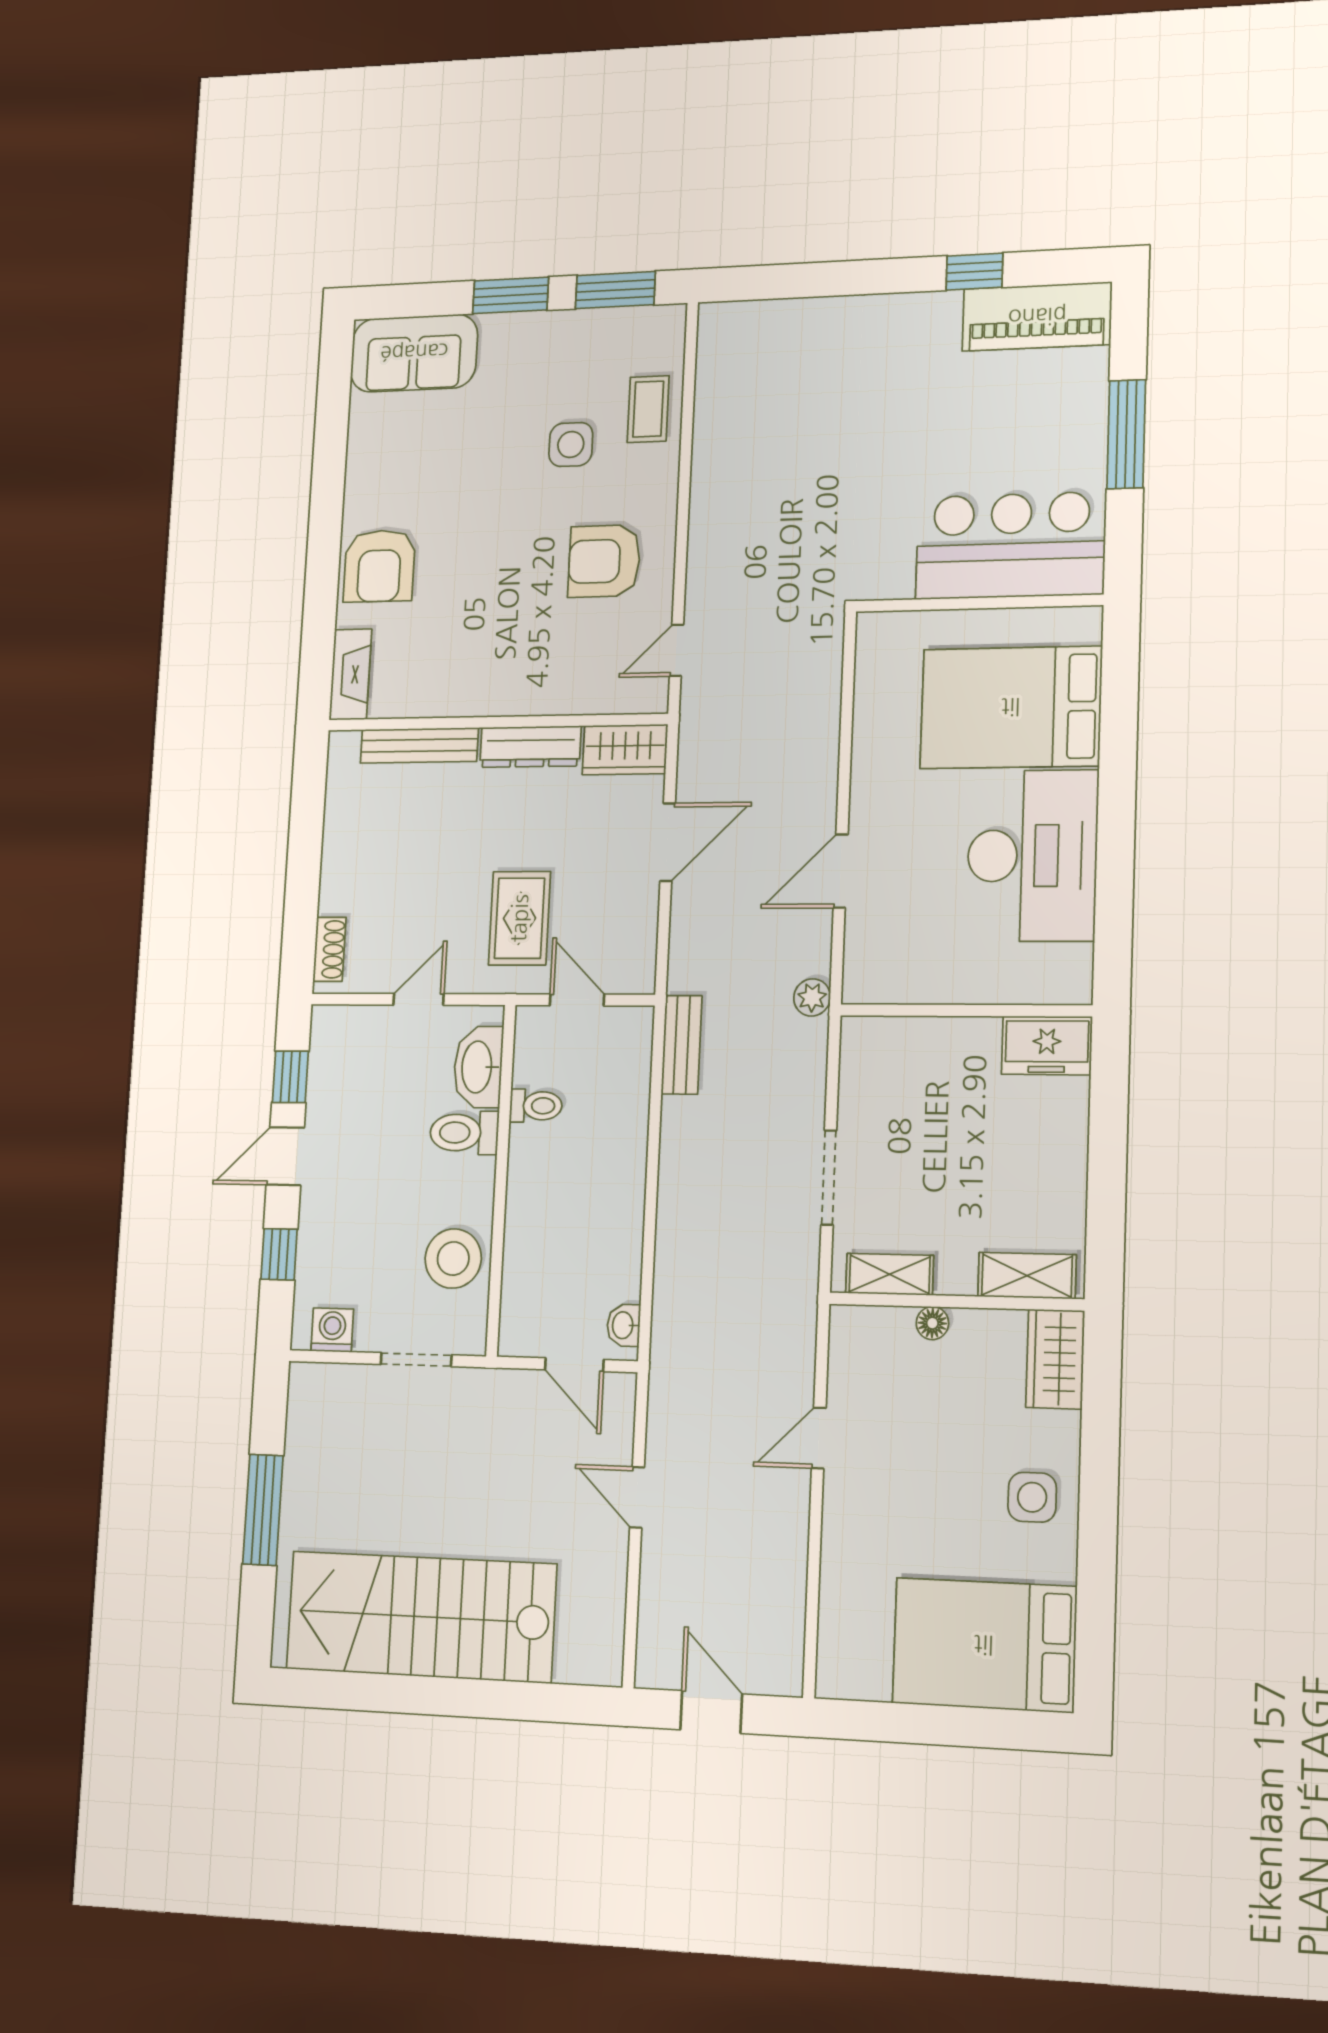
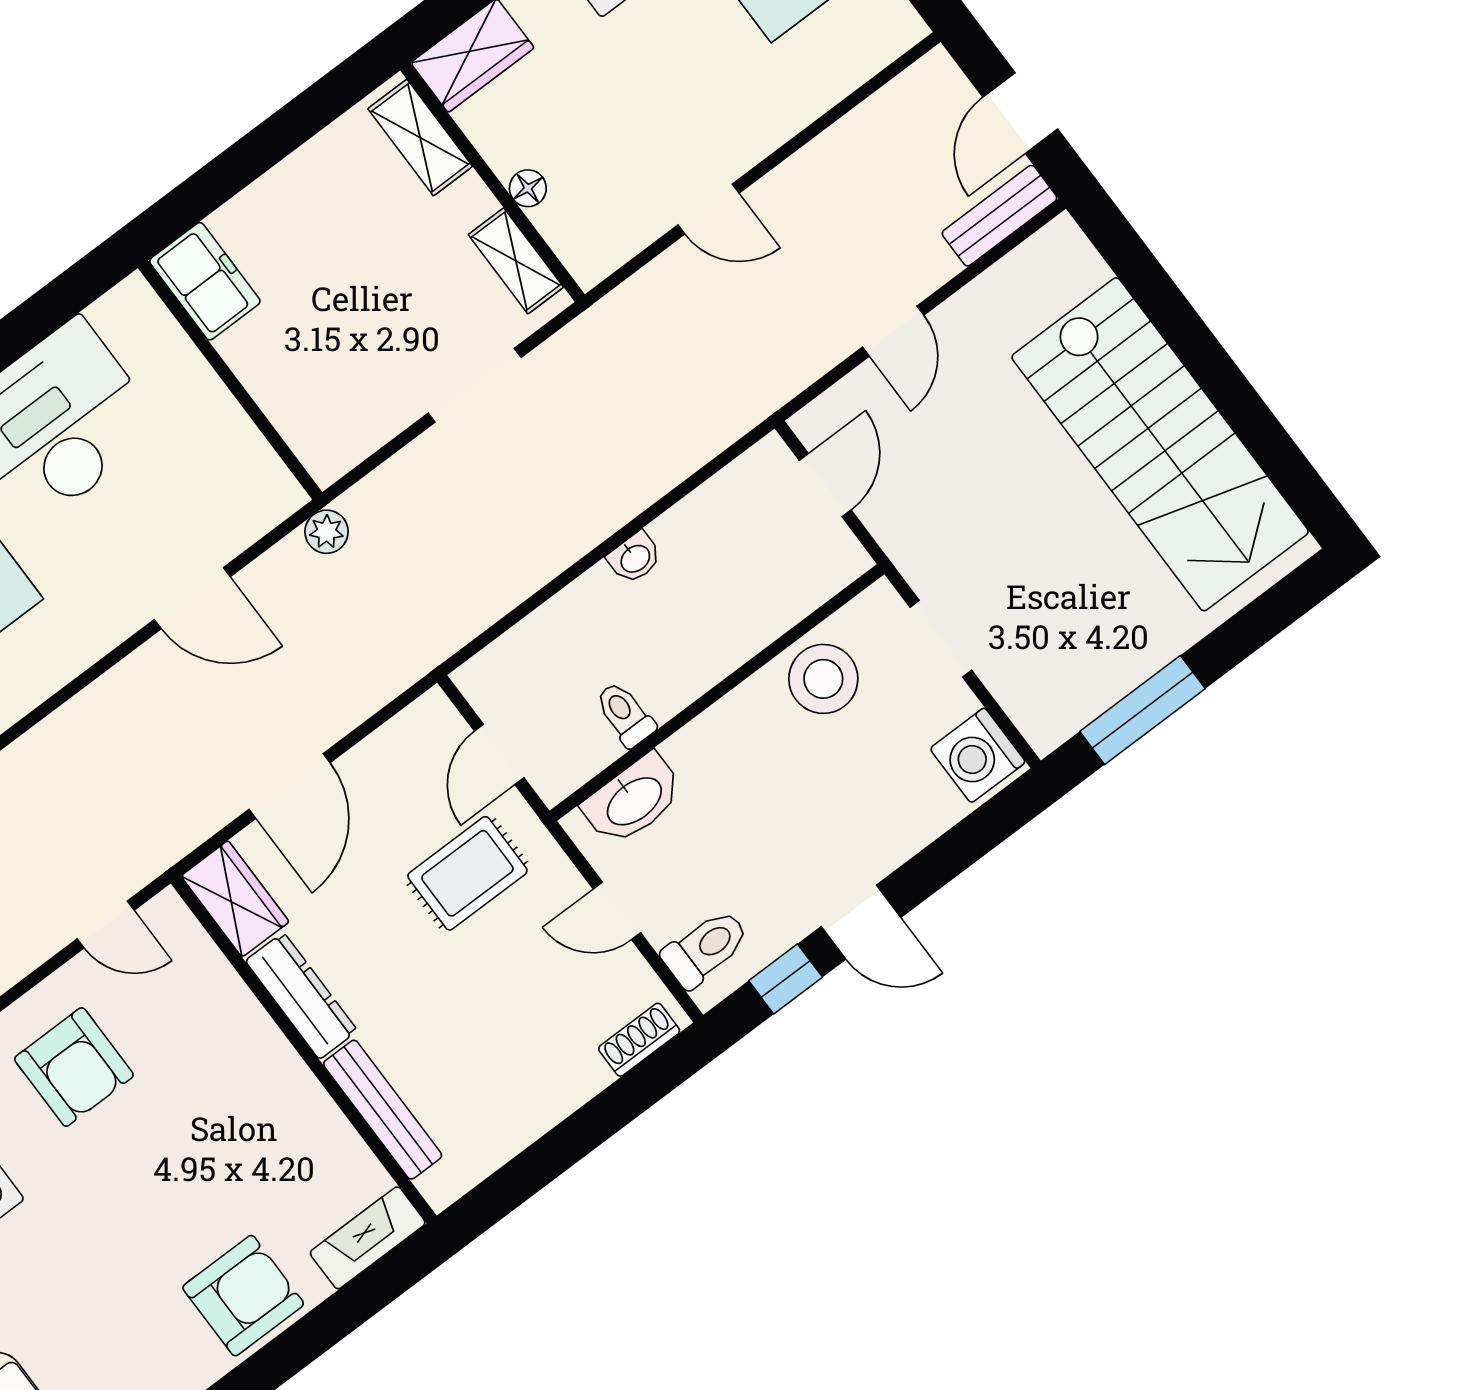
door: (668, 842) -> (289, 786), swing flipped
bench: (682, 1045) -> (1000, 216), moved
toilet: (464, 1133) -> (706, 948), moved, turned -90
window: (279, 1254) -> (954, 852), removed
washbasin: (624, 1325) -> (635, 558), moved
washing machine: (332, 1330) -> (978, 755), width x1.38, depth x1.38
window: (263, 1510) -> (1142, 710), moved

